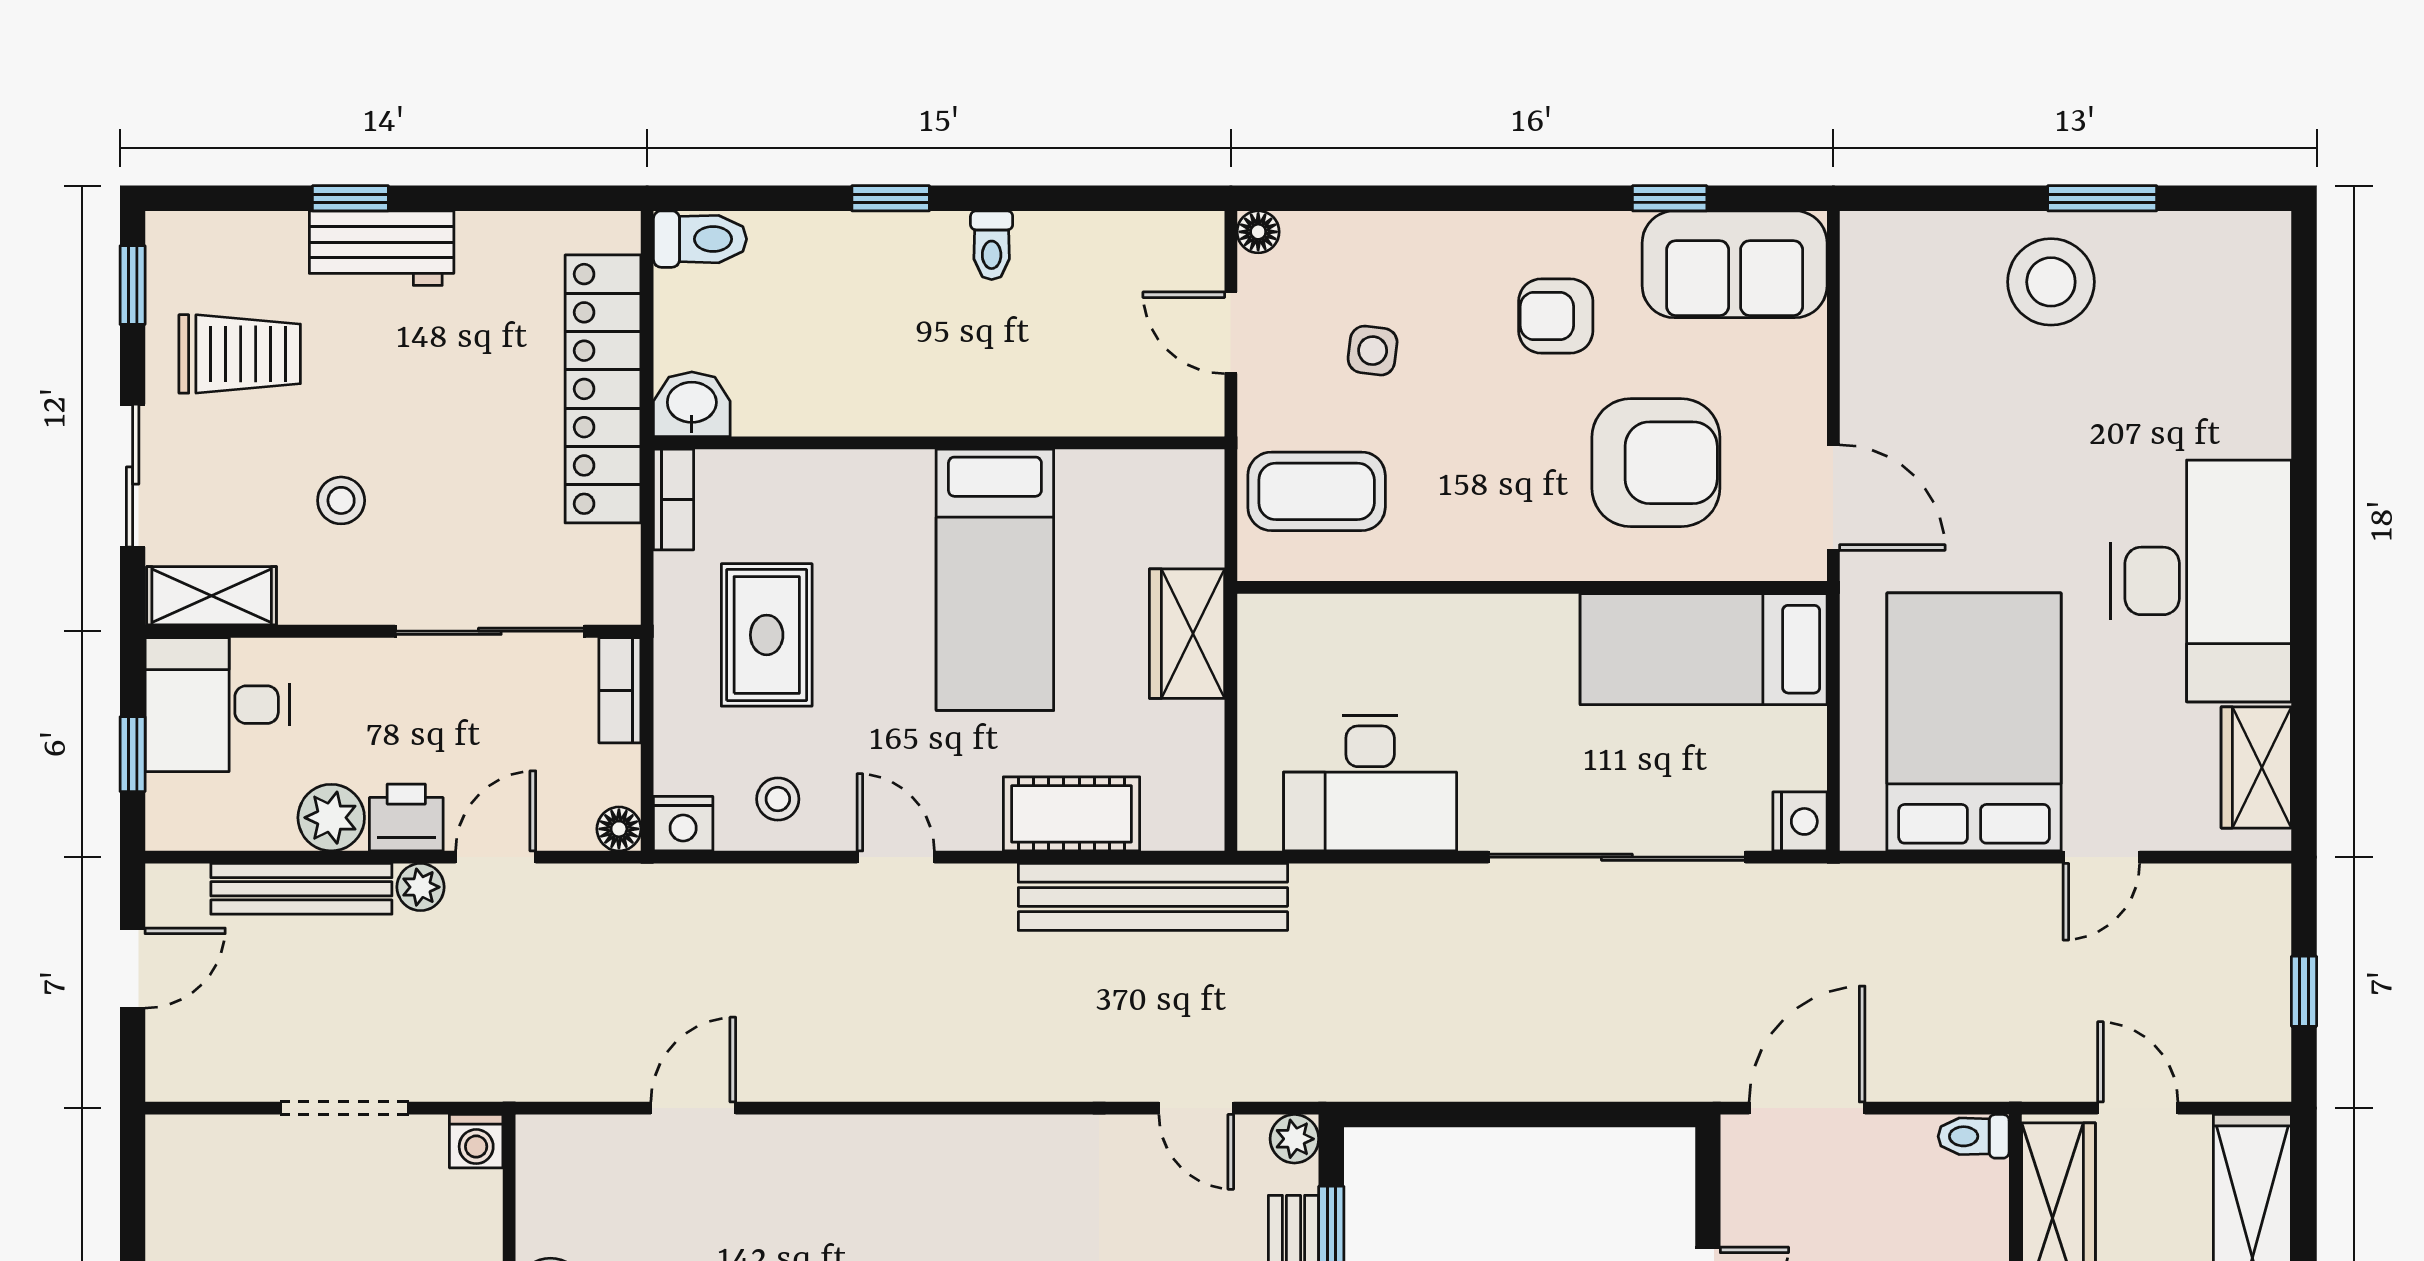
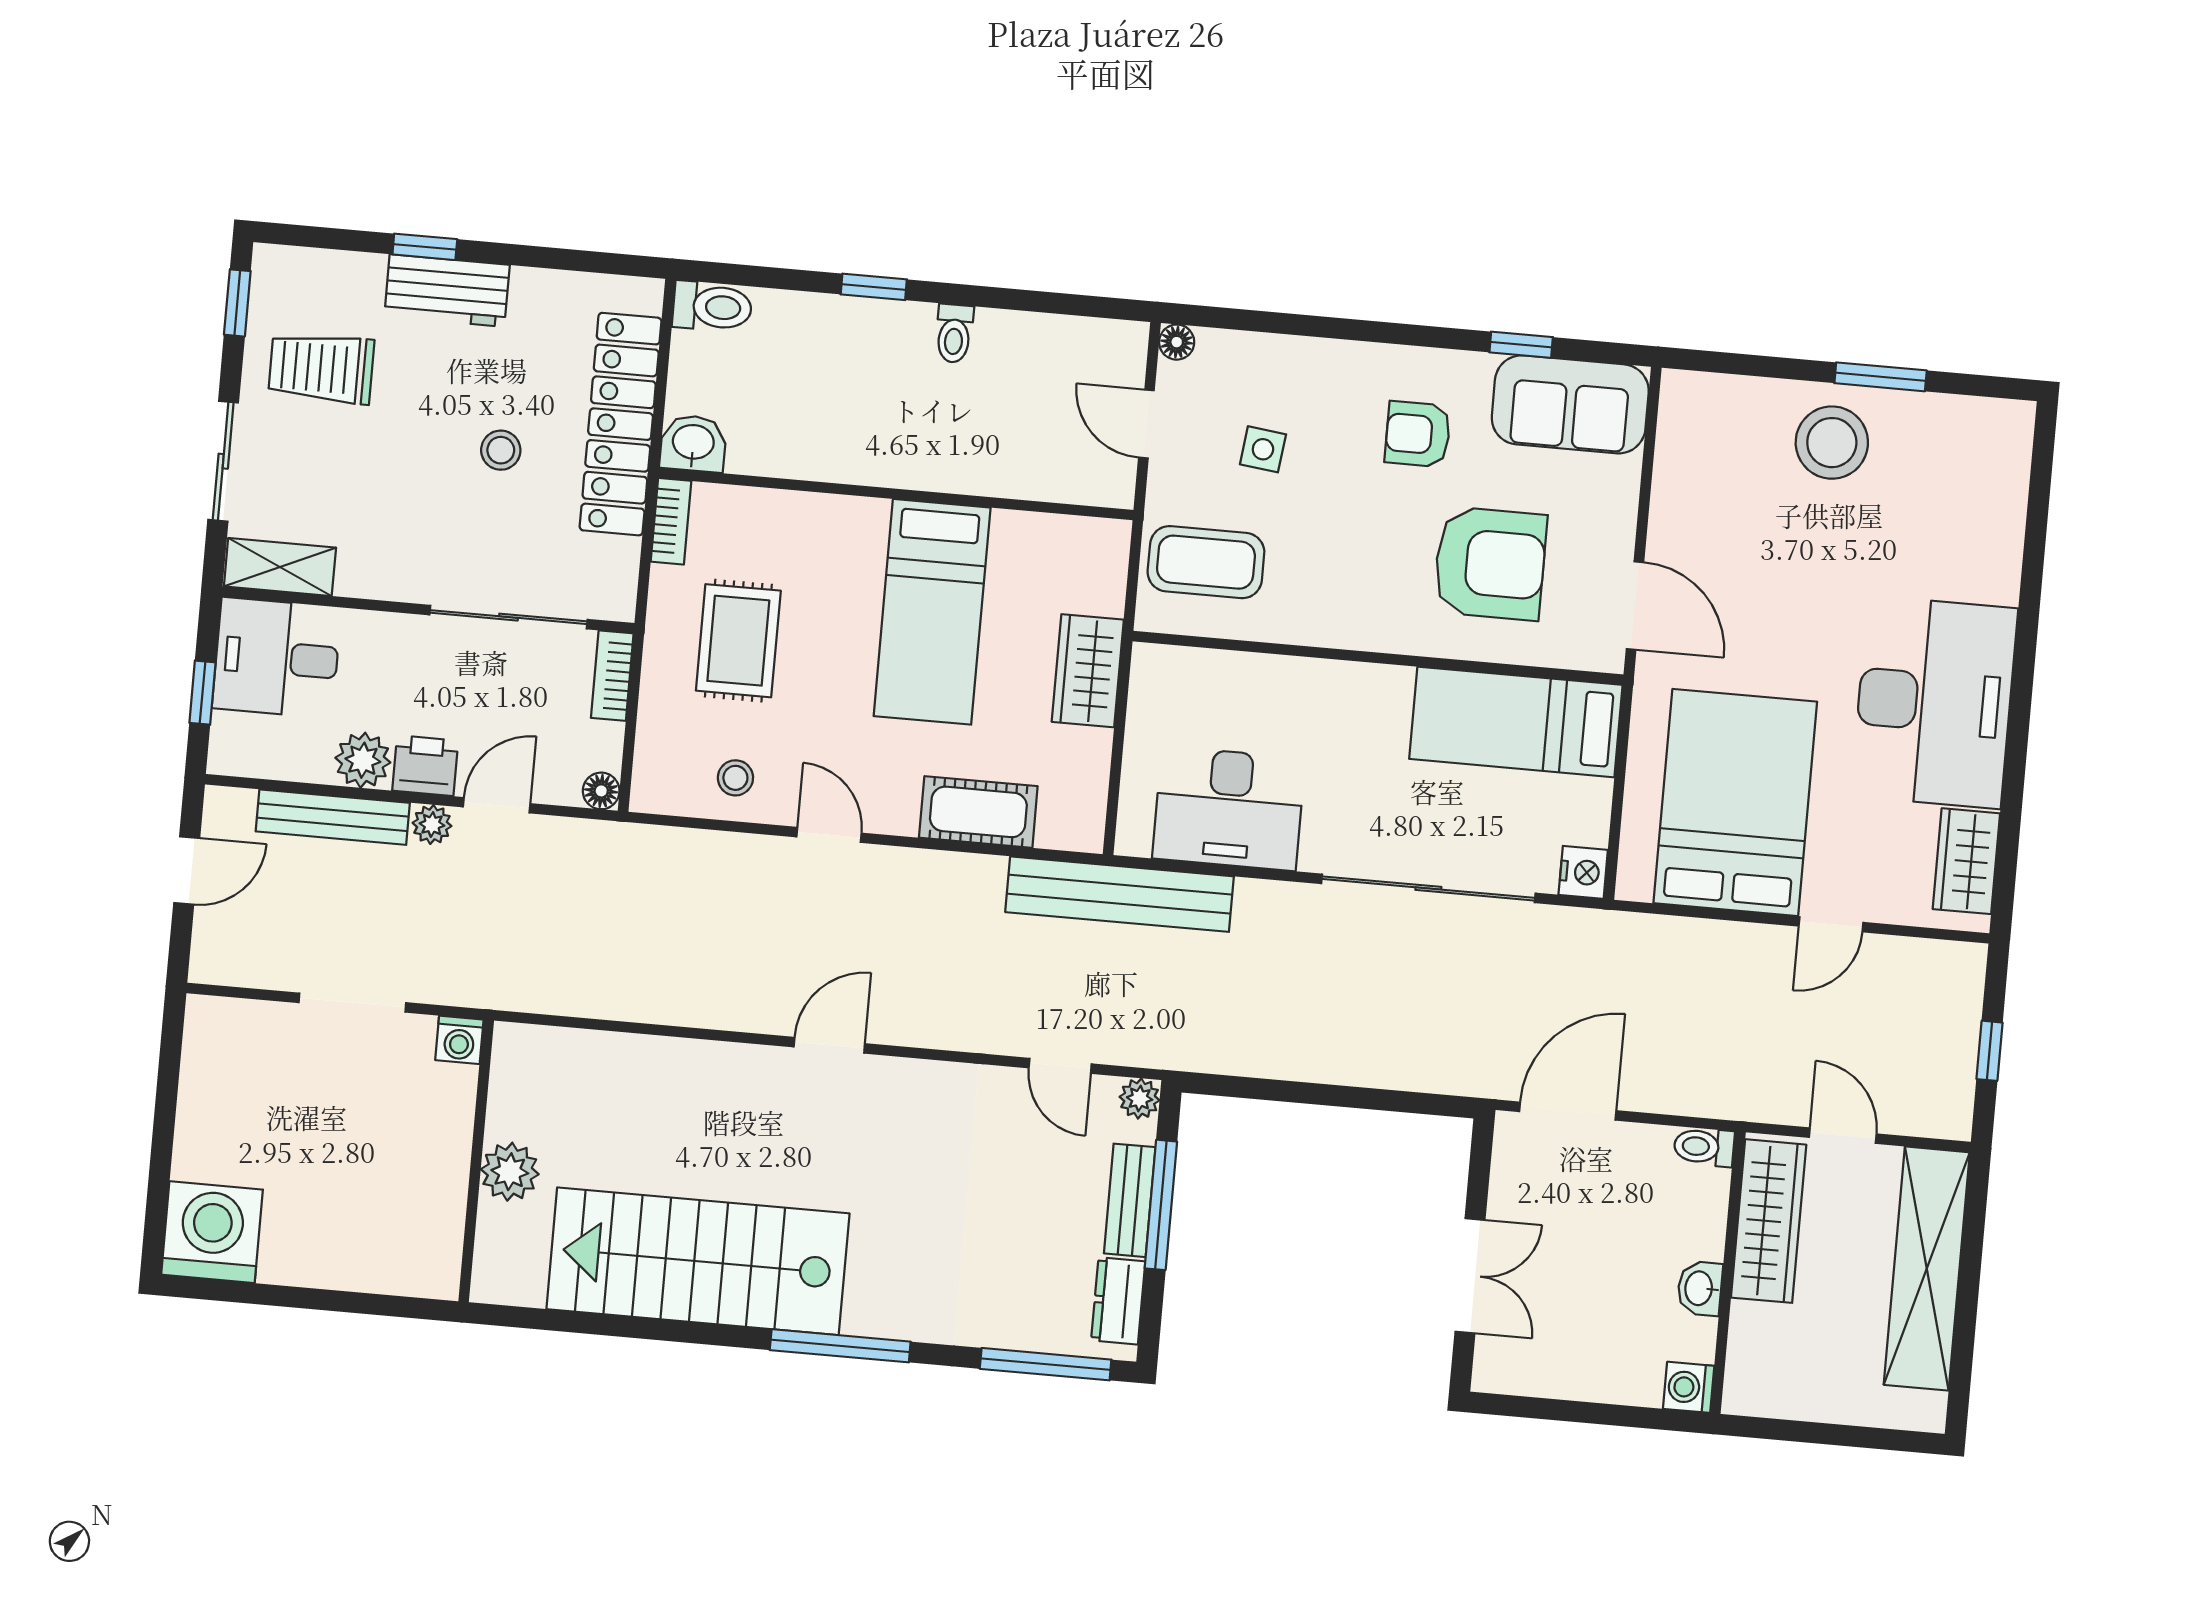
trolley: (240, 354) -> (321, 368), turned 180
stool: (341, 500) -> (501, 450), moved
nightstand: (683, 824) -> (655, 791), removed
bench: (1153, 897) -> (1120, 894), moved
door: (693, 1108) -> (829, 1045), moved

